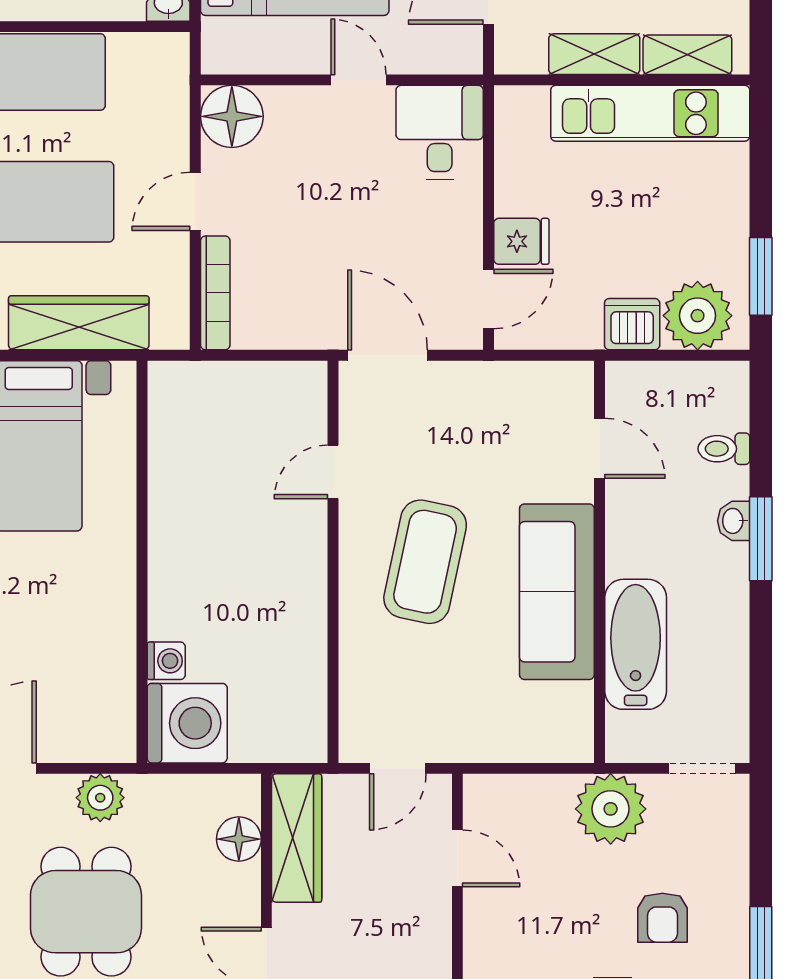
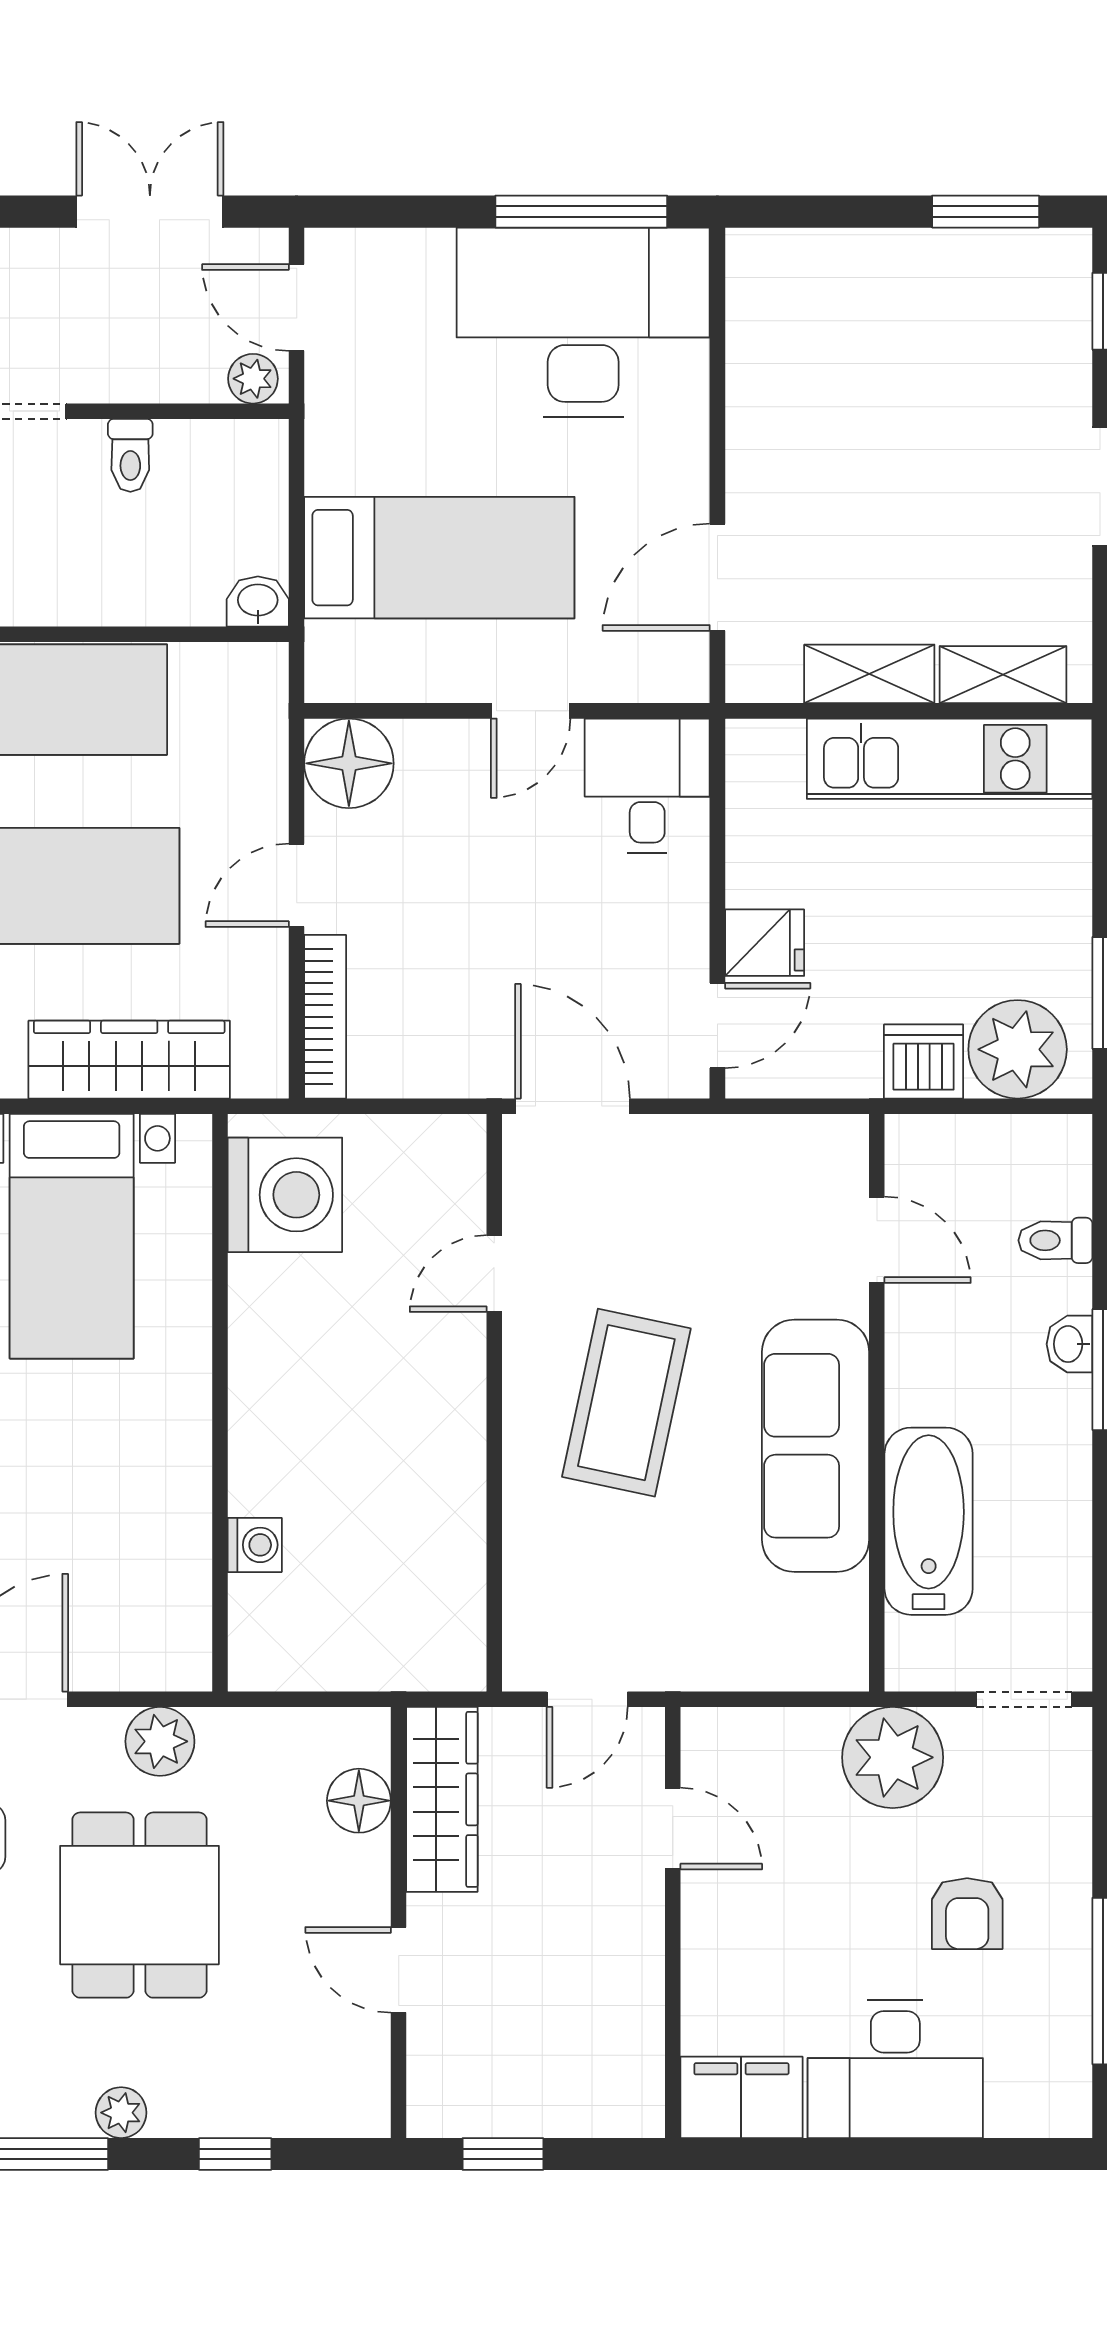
door: (358, 80) -> (531, 711), swing flipped
washing machine: (187, 723) -> (285, 1195), moved

